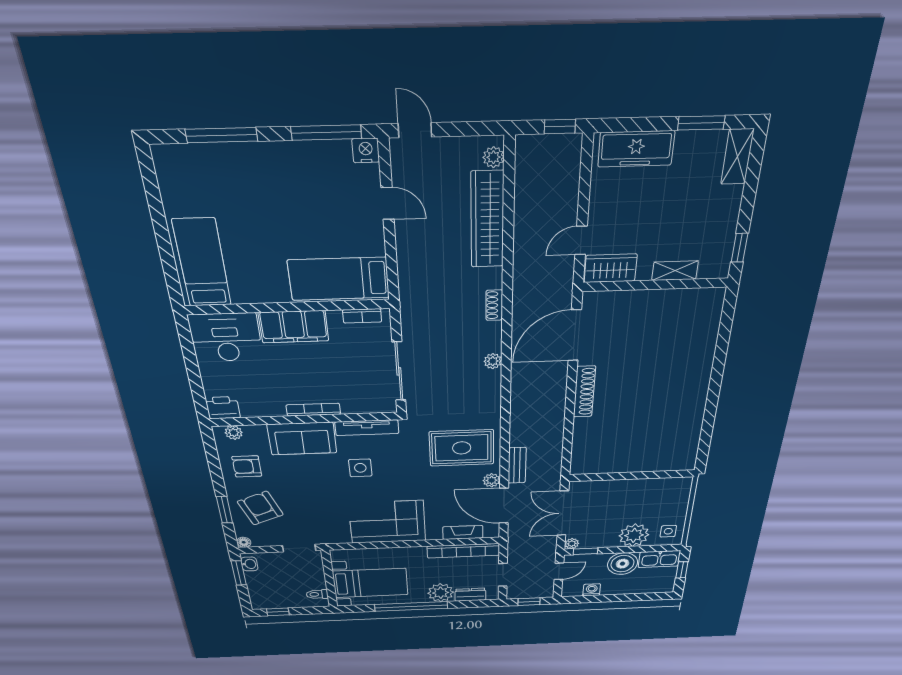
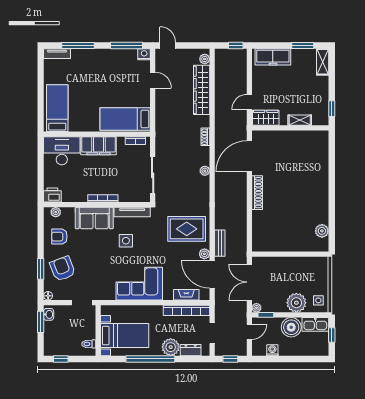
tv unit: (180, 154) -> (57, 54), added
plant: (688, 443) -> (322, 231), added

